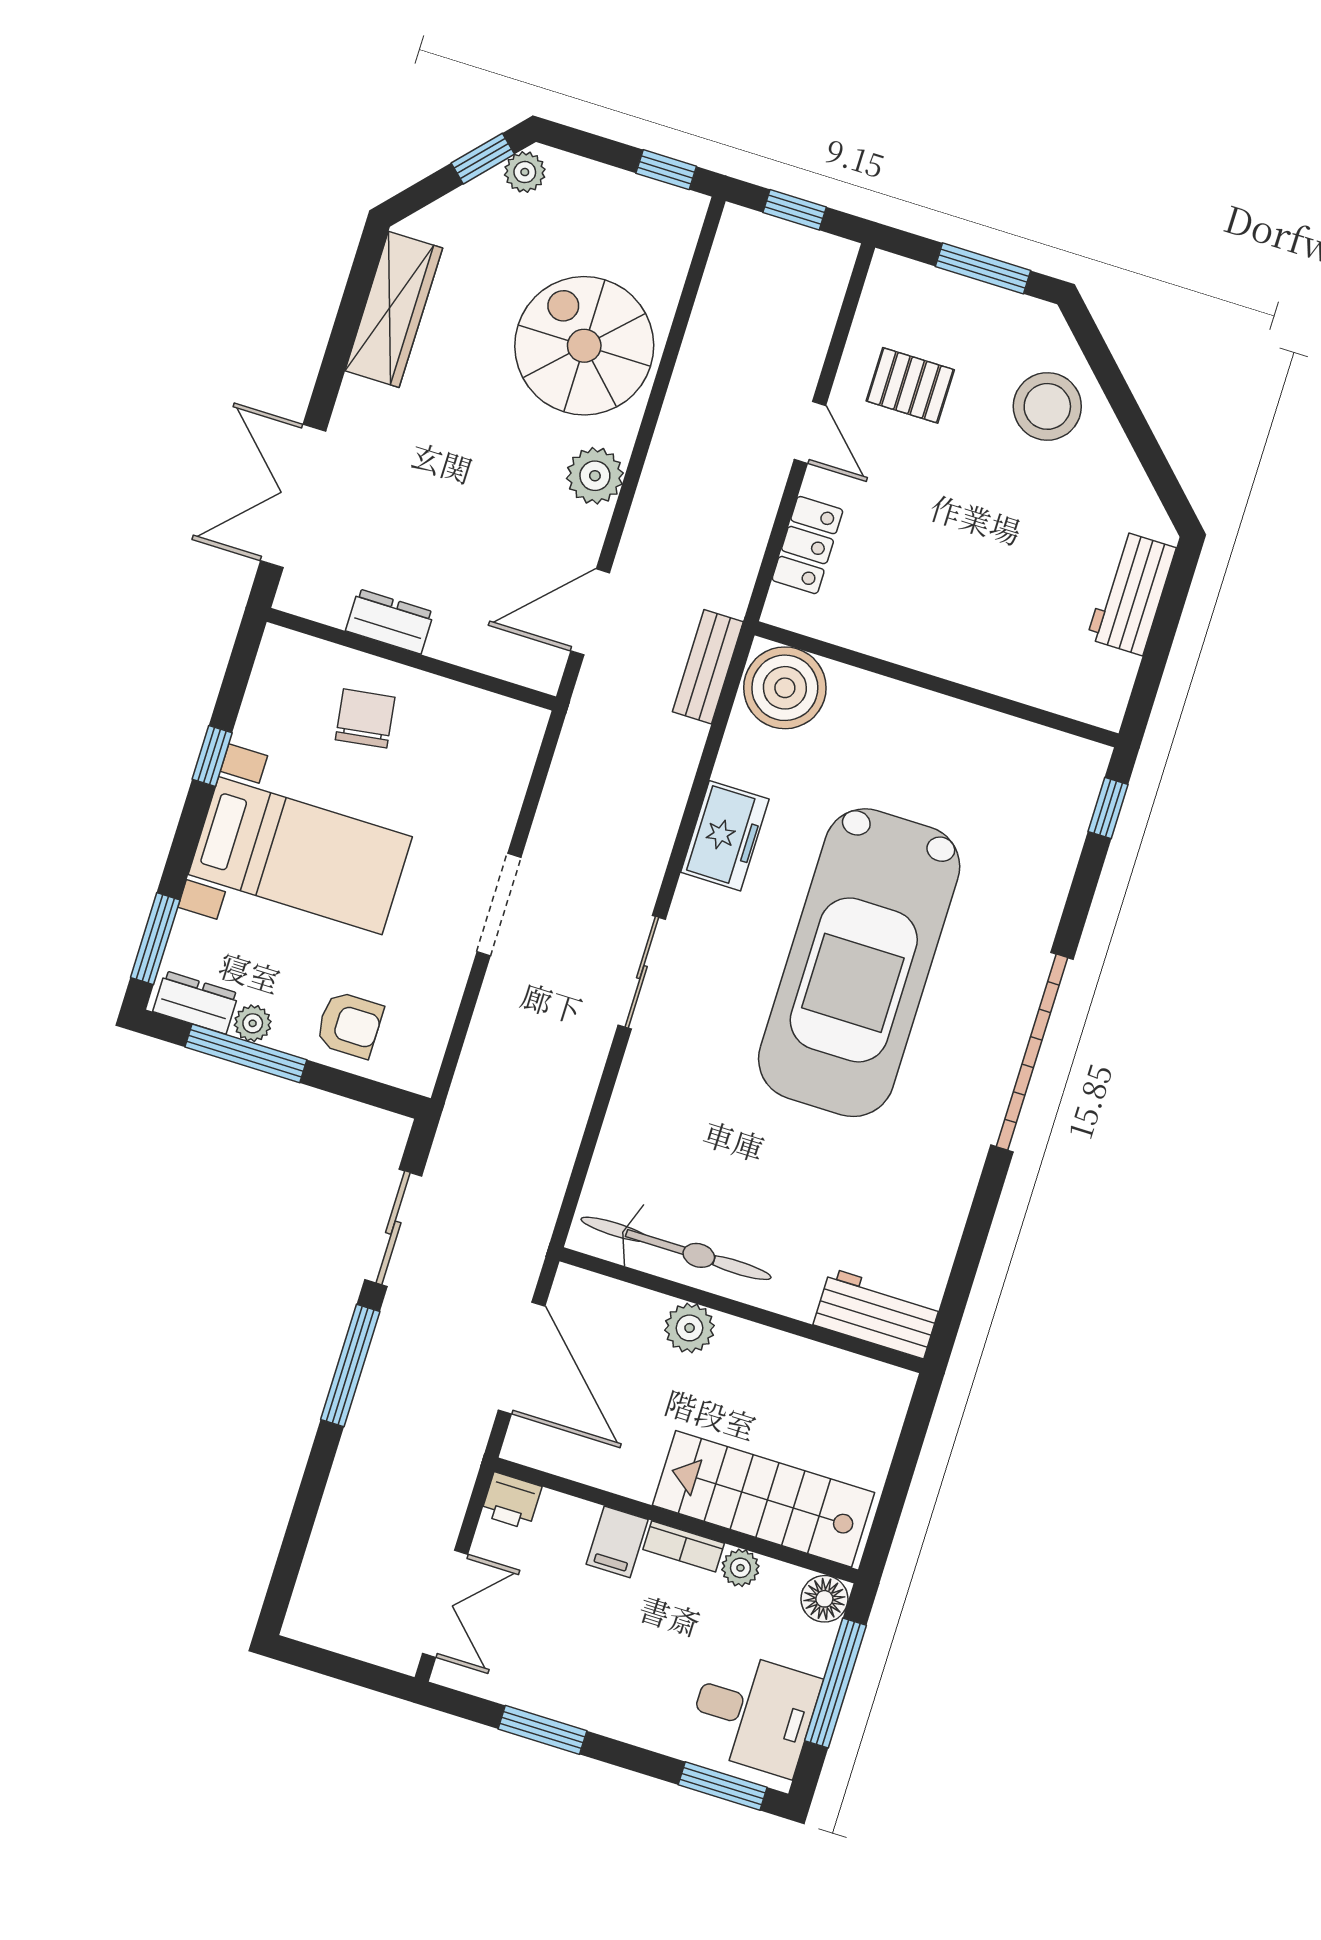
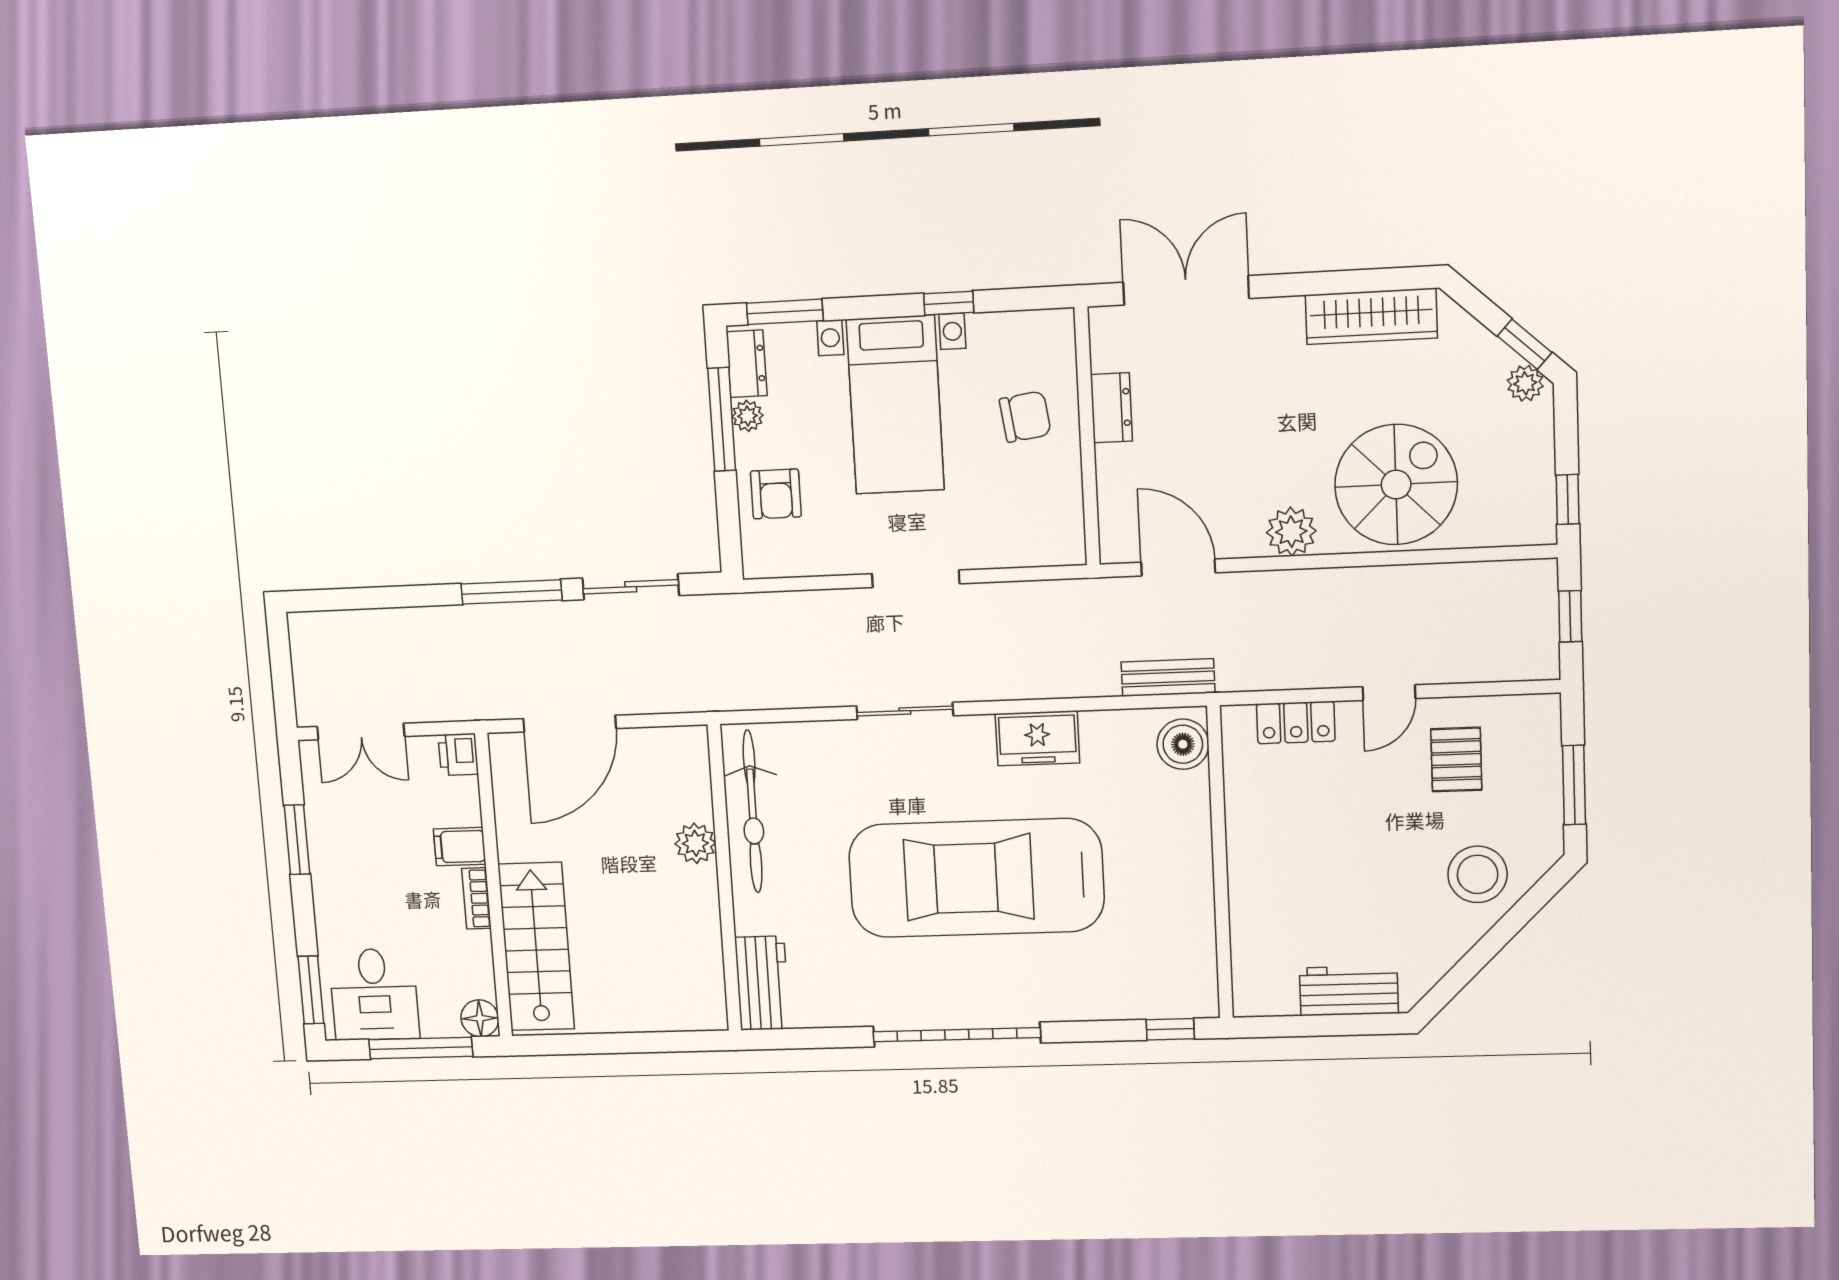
boiler: (785, 688) -> (1183, 744), width x0.73, depth x0.73
bicycle: (676, 1248) -> (753, 811), moved
wall: (742, 1310) -> (724, 879), moved
workbench: (877, 1313) -> (762, 983), moved
plant: (690, 1328) -> (695, 843), moved
plant: (740, 1568) -> (478, 947), removed

